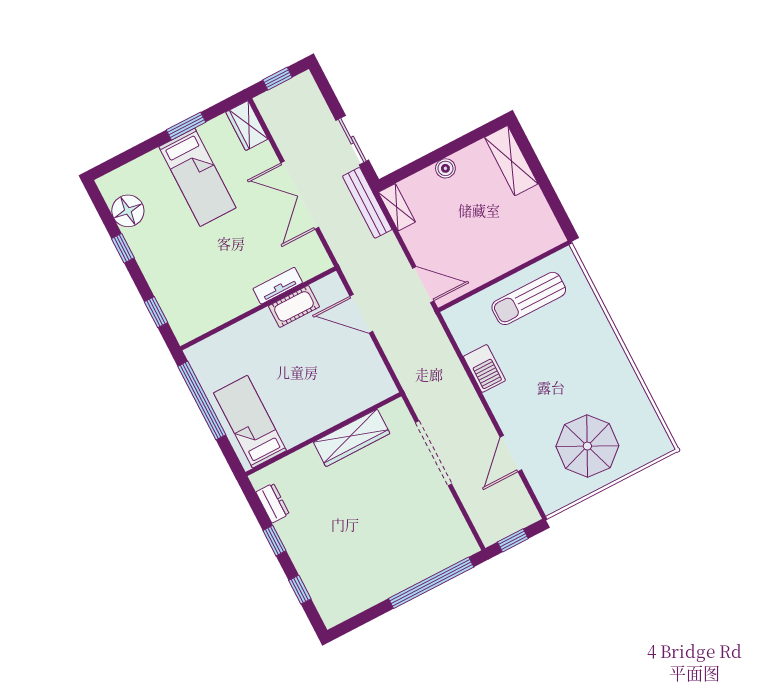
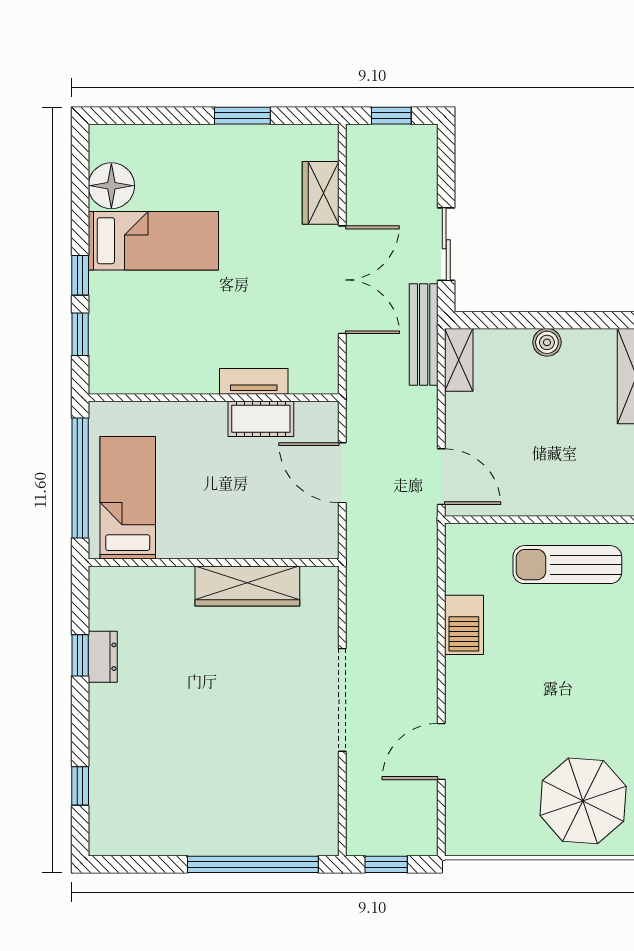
wardrobe: (247, 126) -> (321, 193), moved
bed: (197, 177) -> (153, 241), moved, turned -90
double door: (300, 195) -> (342, 280), swing flipped
window: (123, 248) -> (80, 275), moved
bed: (250, 422) -> (128, 498), moved
wall: (323, 434) -> (214, 562), moved
wardrobe: (352, 438) -> (247, 586), moved
parasol: (587, 446) -> (583, 801), moved
window: (274, 541) -> (80, 655), moved

